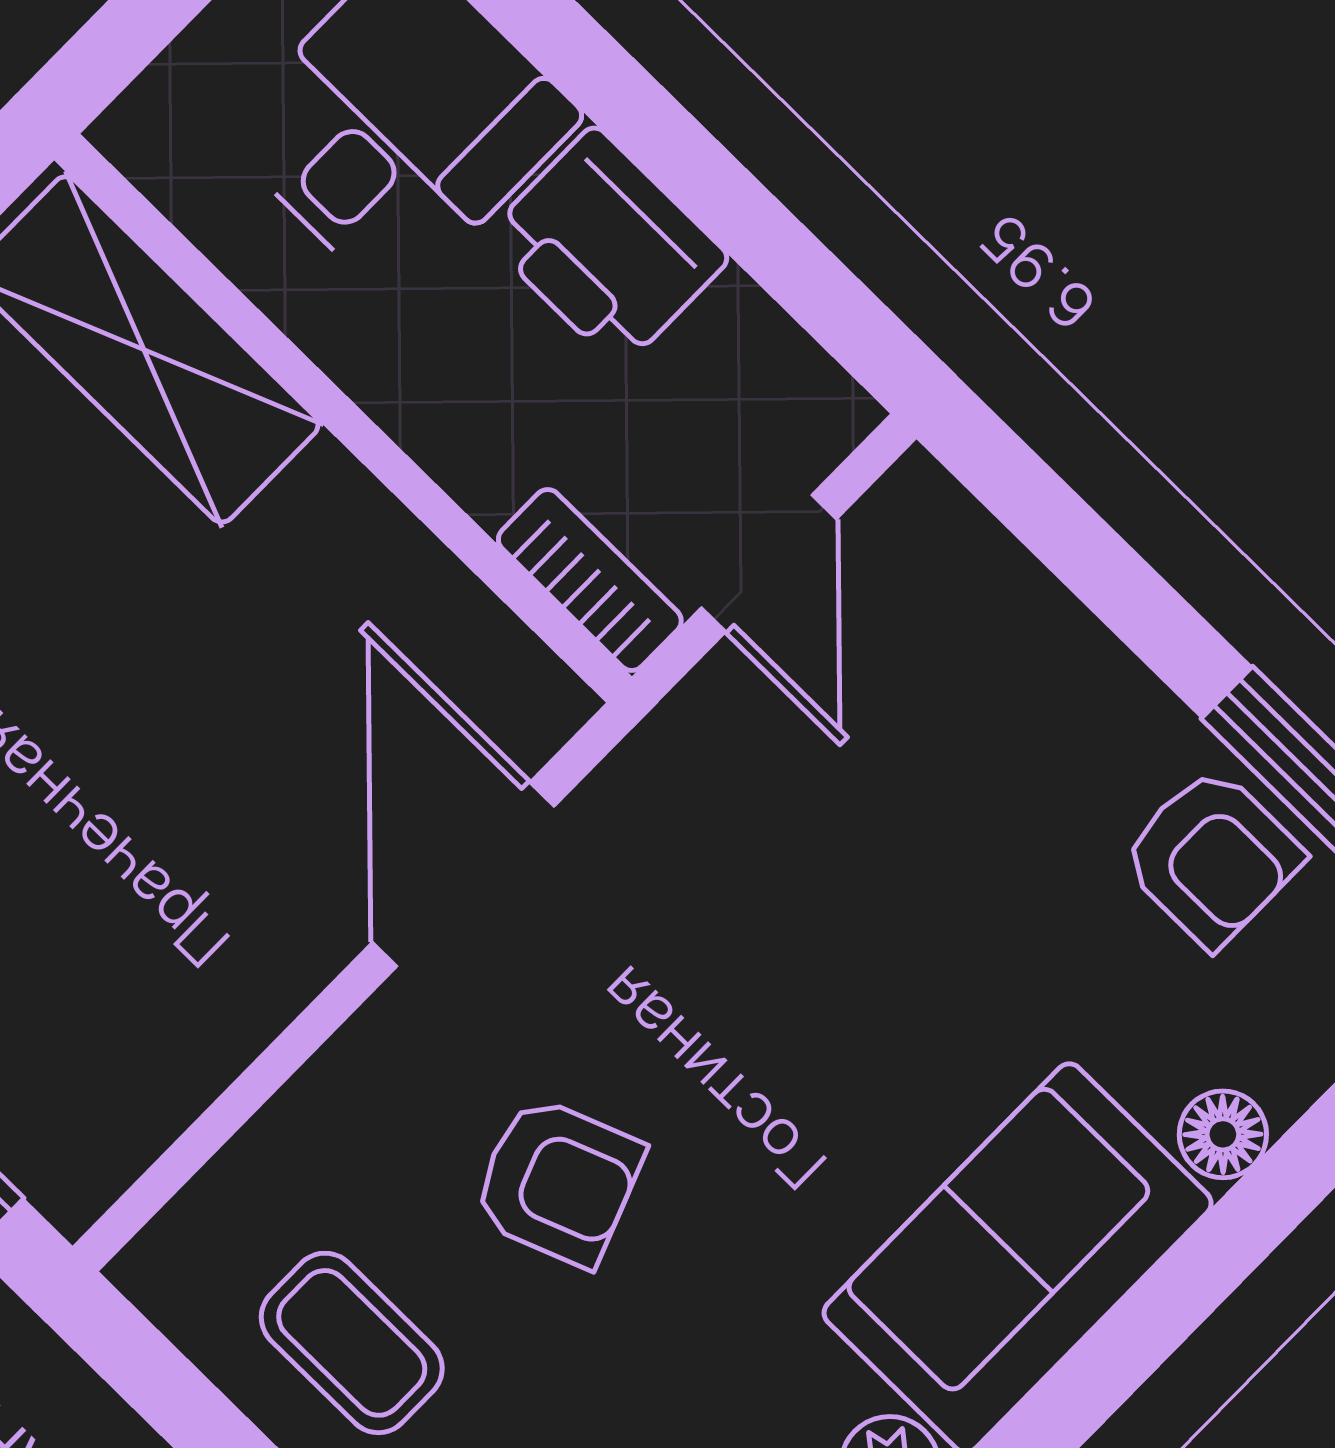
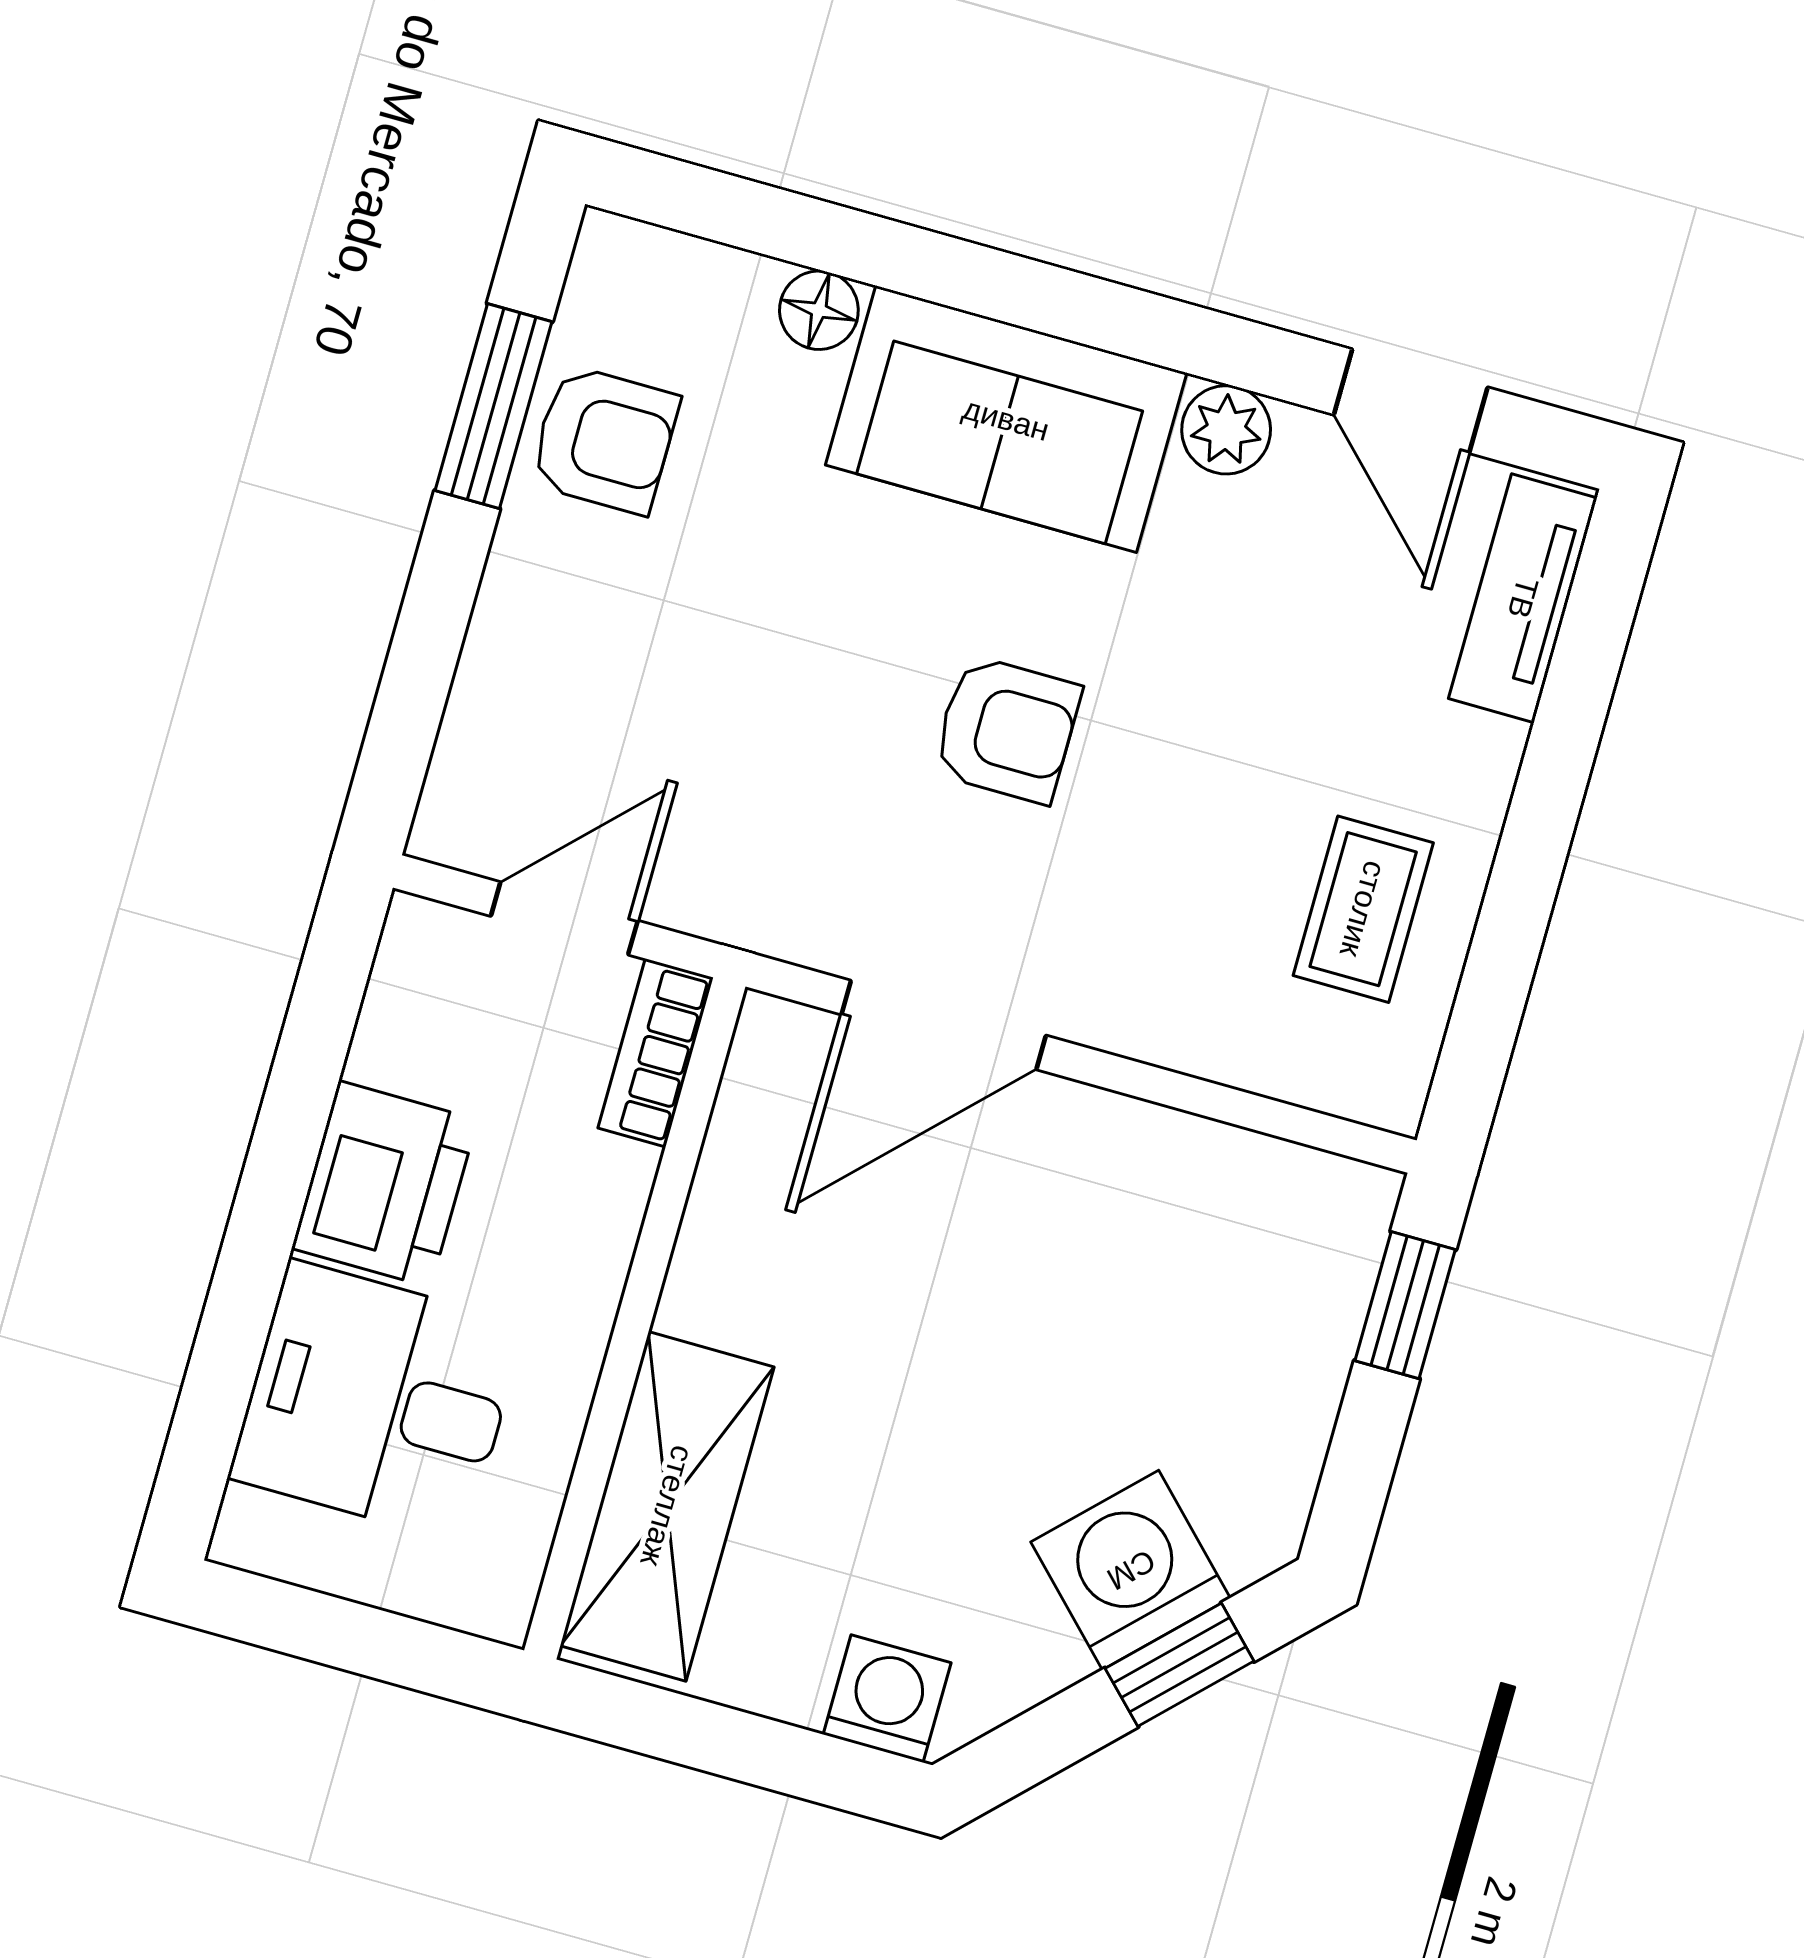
armchair: (1212, 857) -> (604, 440), turned 90
armchair: (558, 1181) -> (1007, 729), moved, turned 111

